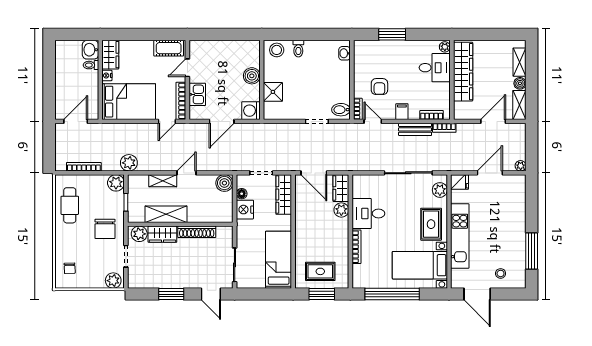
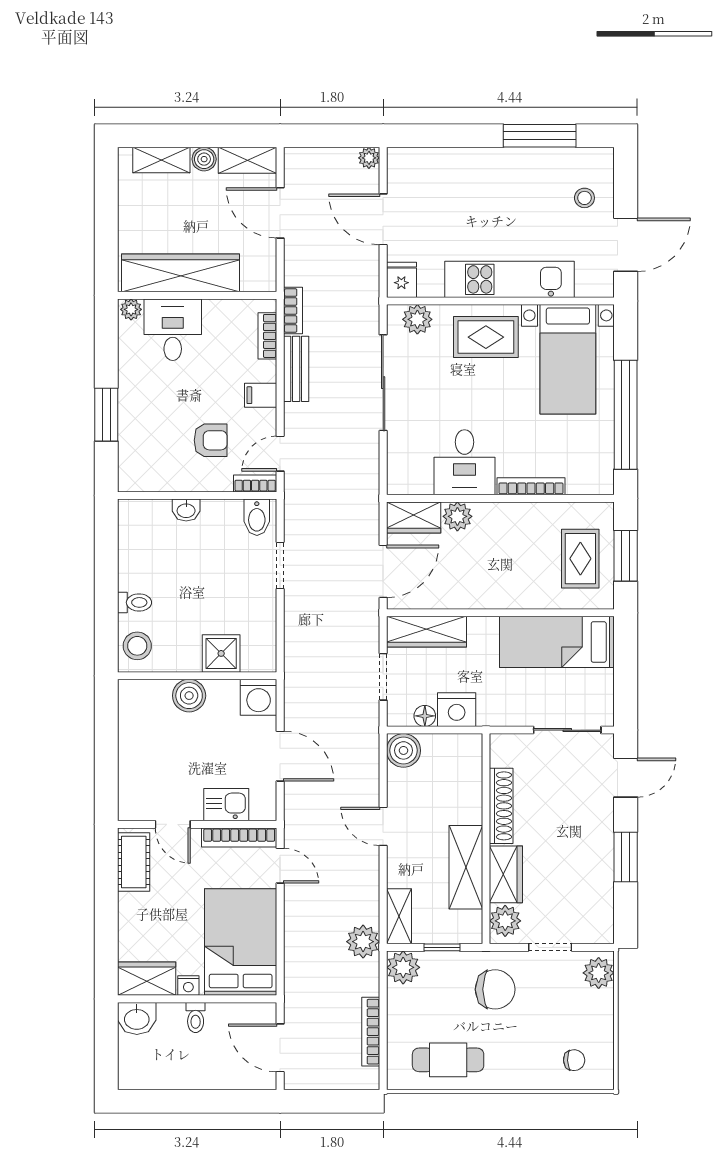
washbasin: (345, 53) -> (186, 510), moved
toilet: (91, 65) -> (196, 1018), moved
shelving: (163, 181) -> (399, 916), moved

